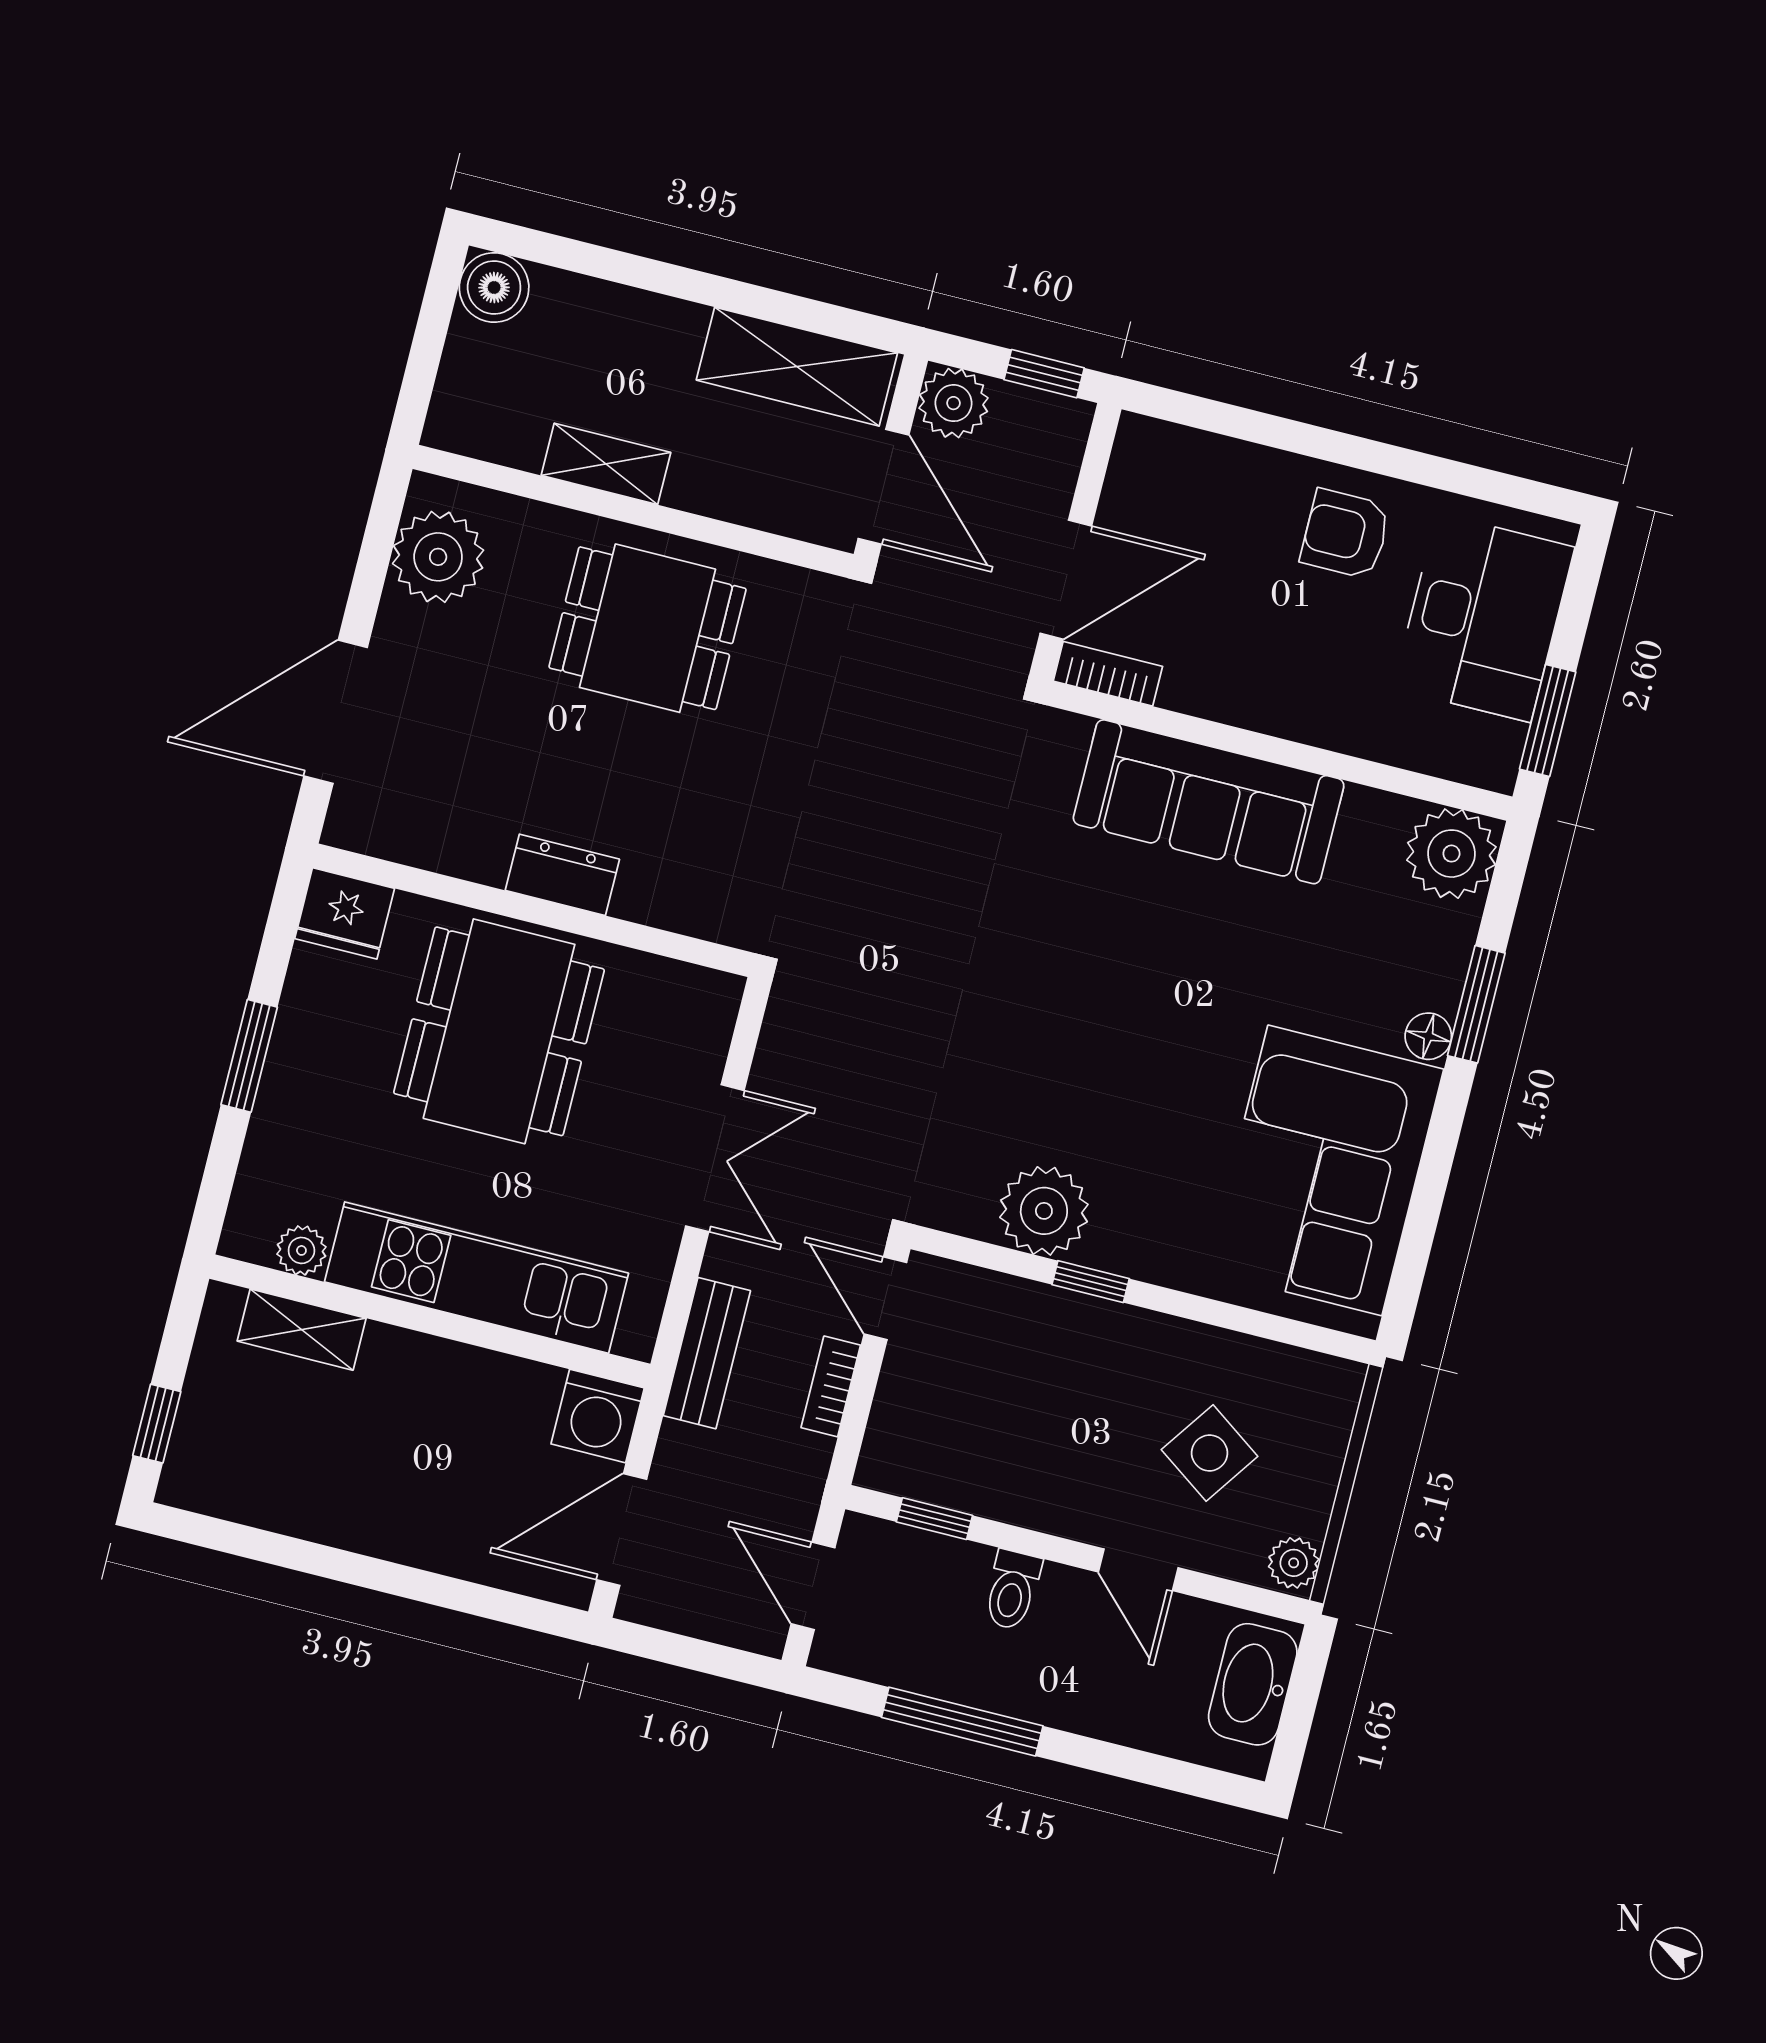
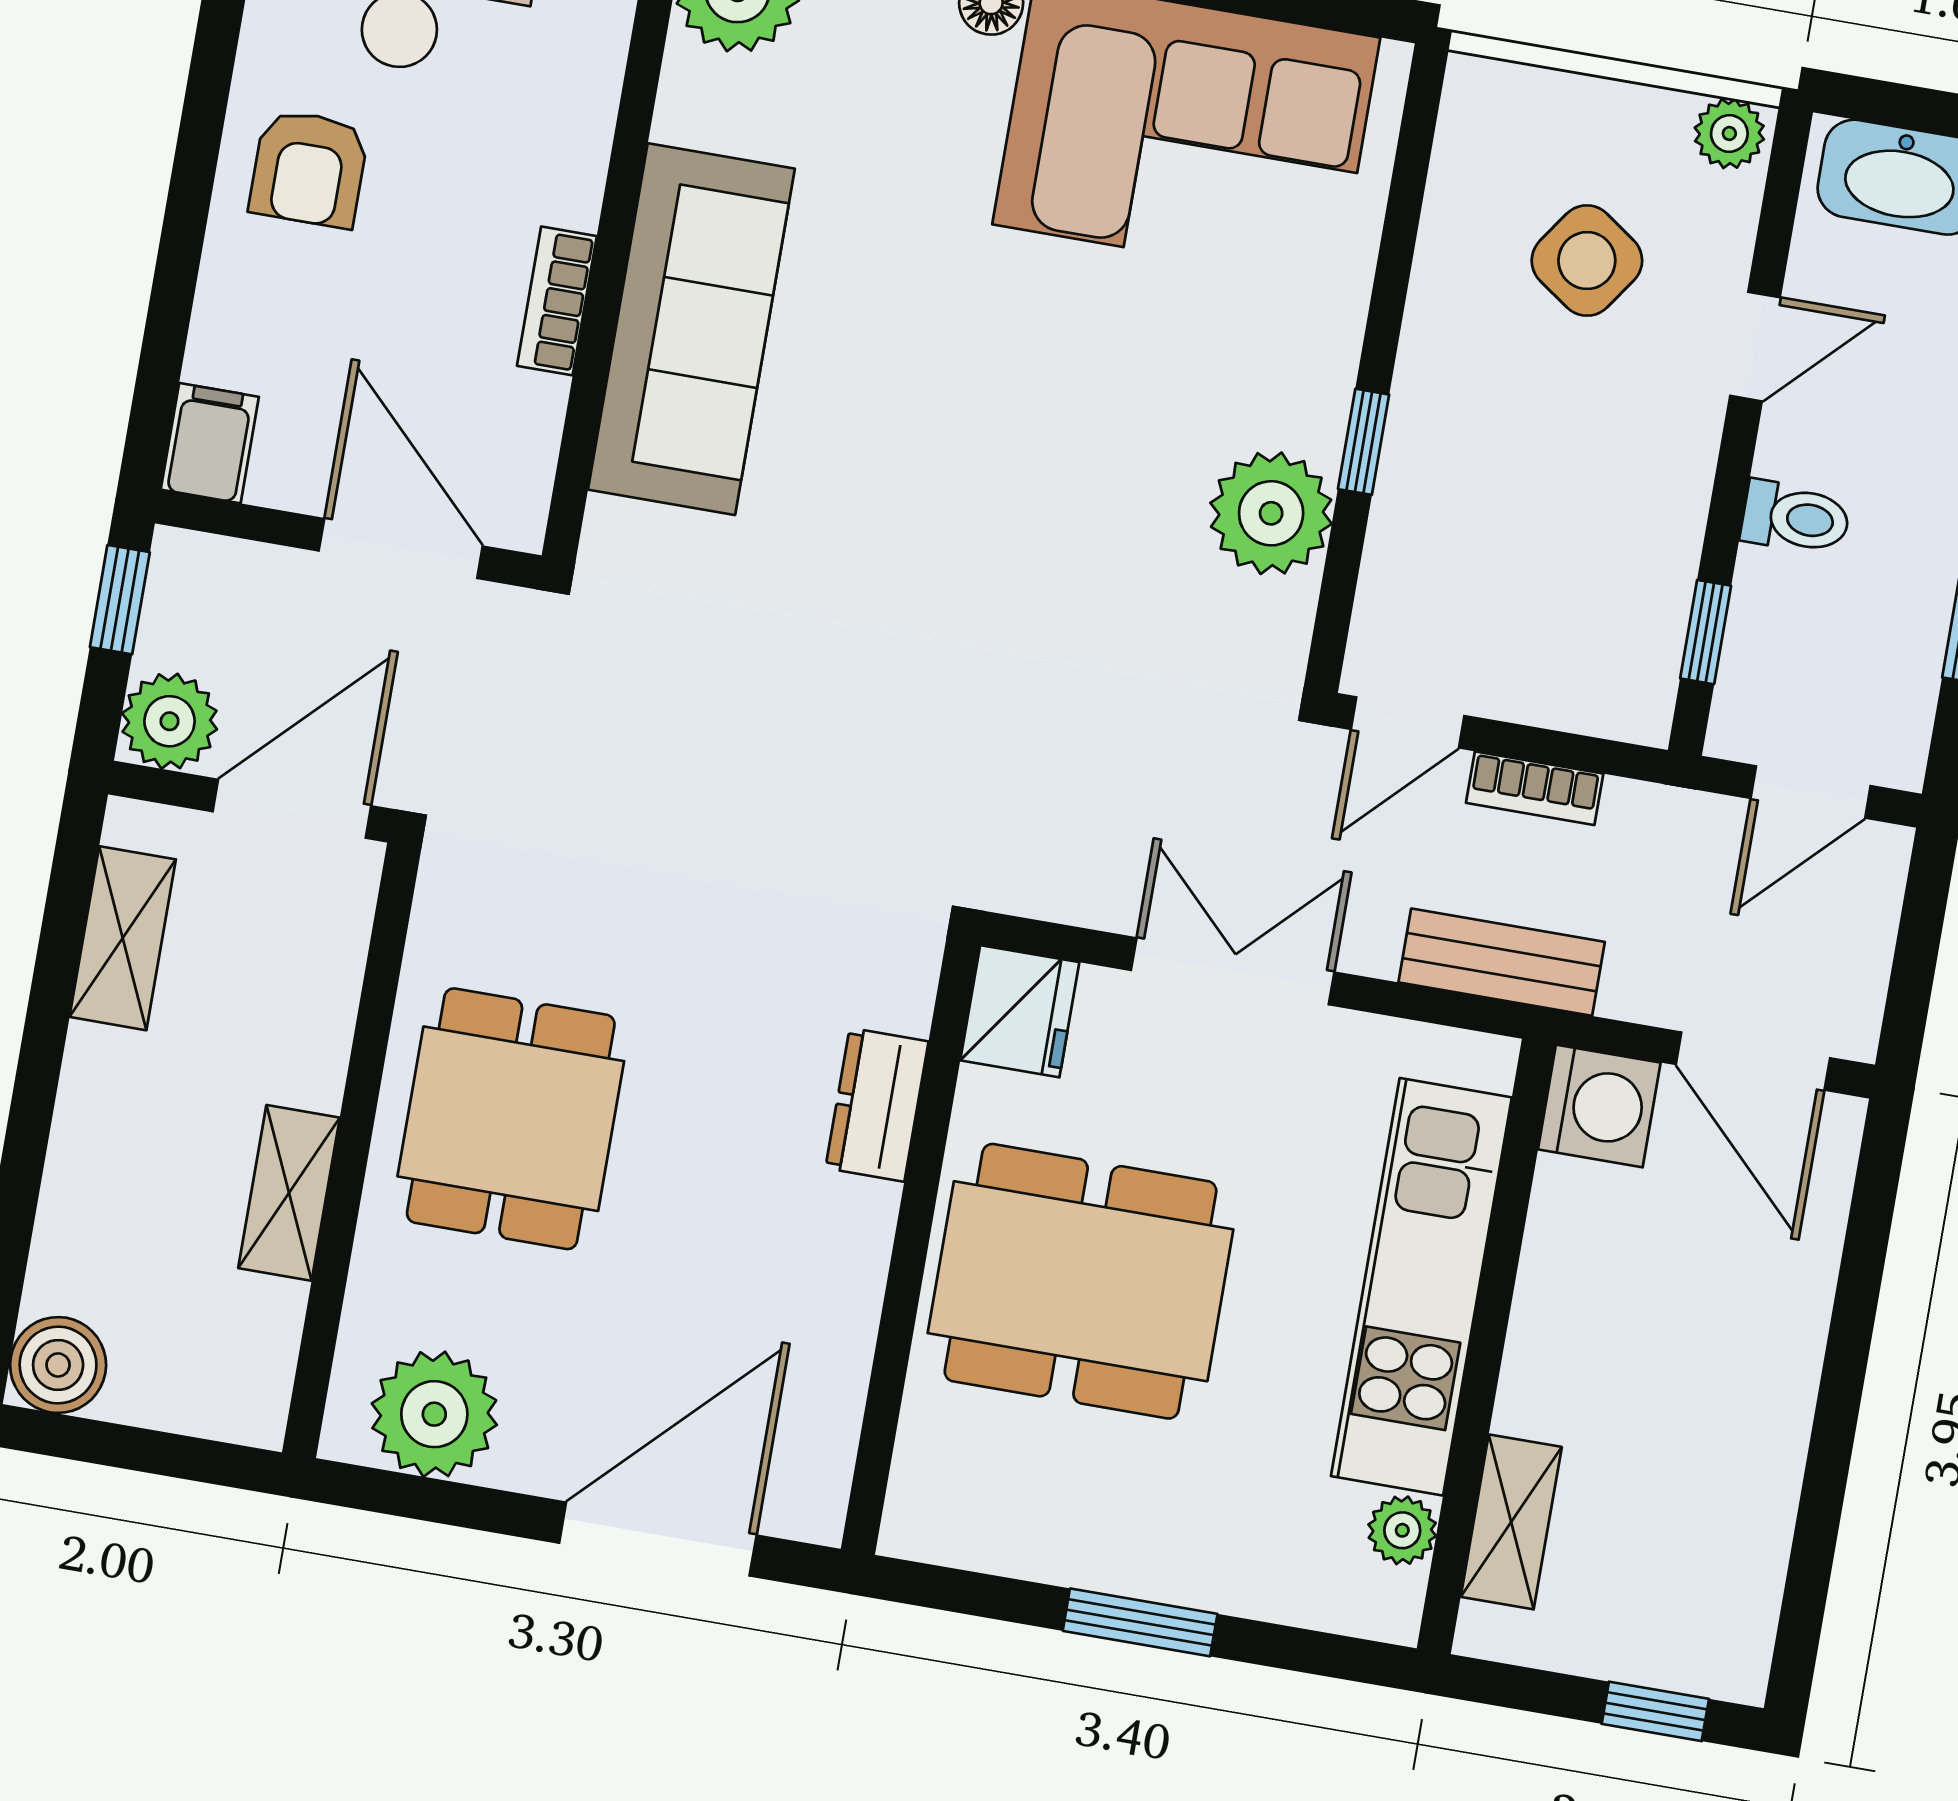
shelving: (797, 367) -> (123, 938), width x0.67, depth x0.75
filing cabinet: (1152, 447) -> (210, 443), added
bookcase: (1108, 674) -> (557, 301), moved
door: (336, 712) -> (658, 1539), swing flipped
dresser: (562, 875) -> (877, 1105), moved
fridge: (345, 913) -> (1020, 1011), moved

